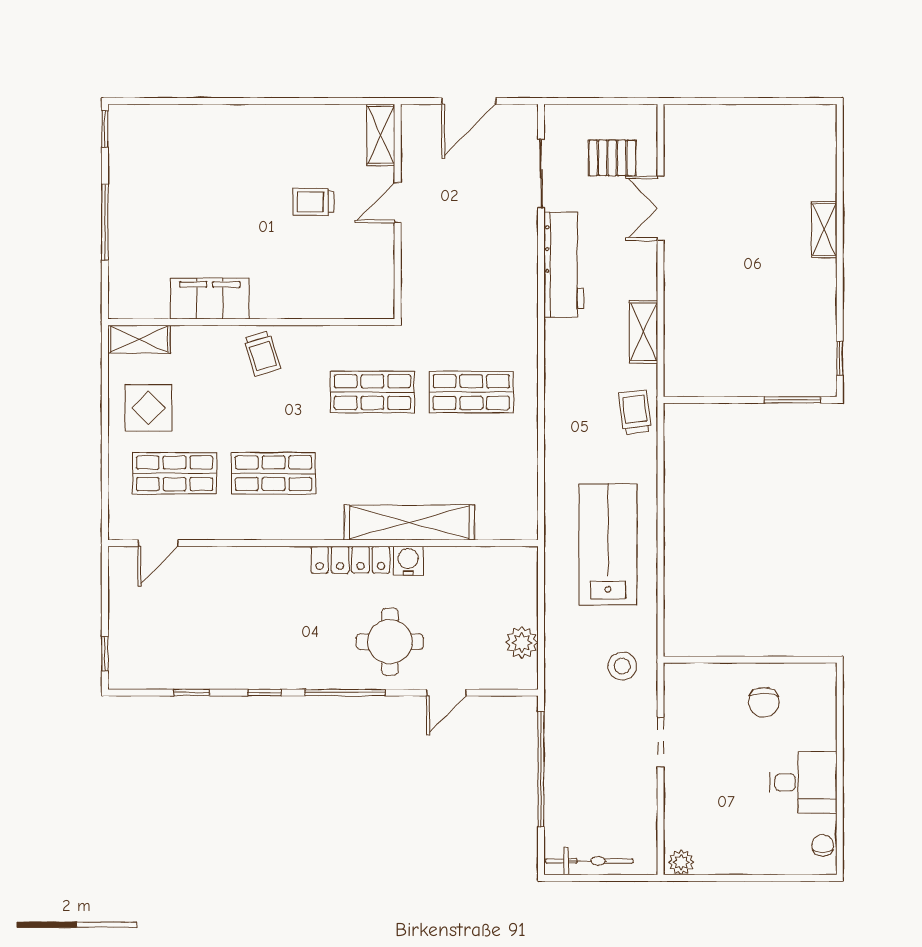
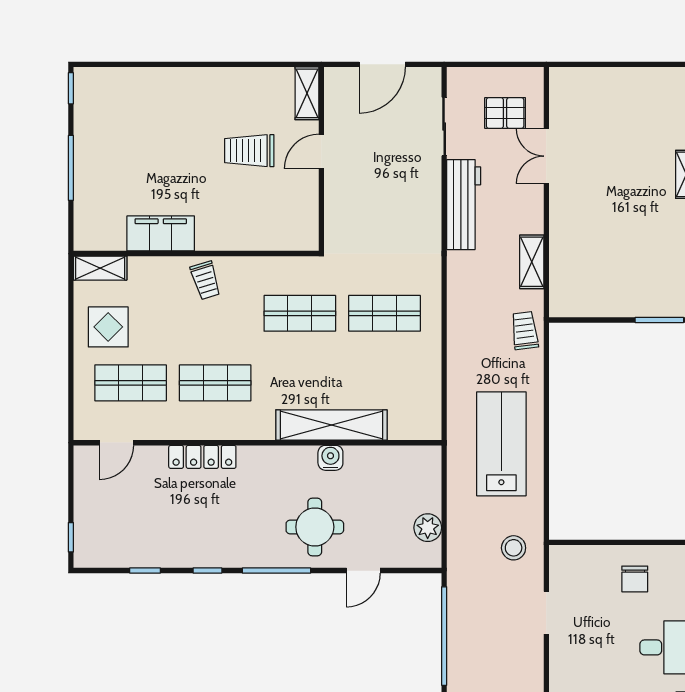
trolley: (313, 202) -> (249, 151), width x1.36, depth x1.39
locker: (350, 560) -> (202, 457), moved

